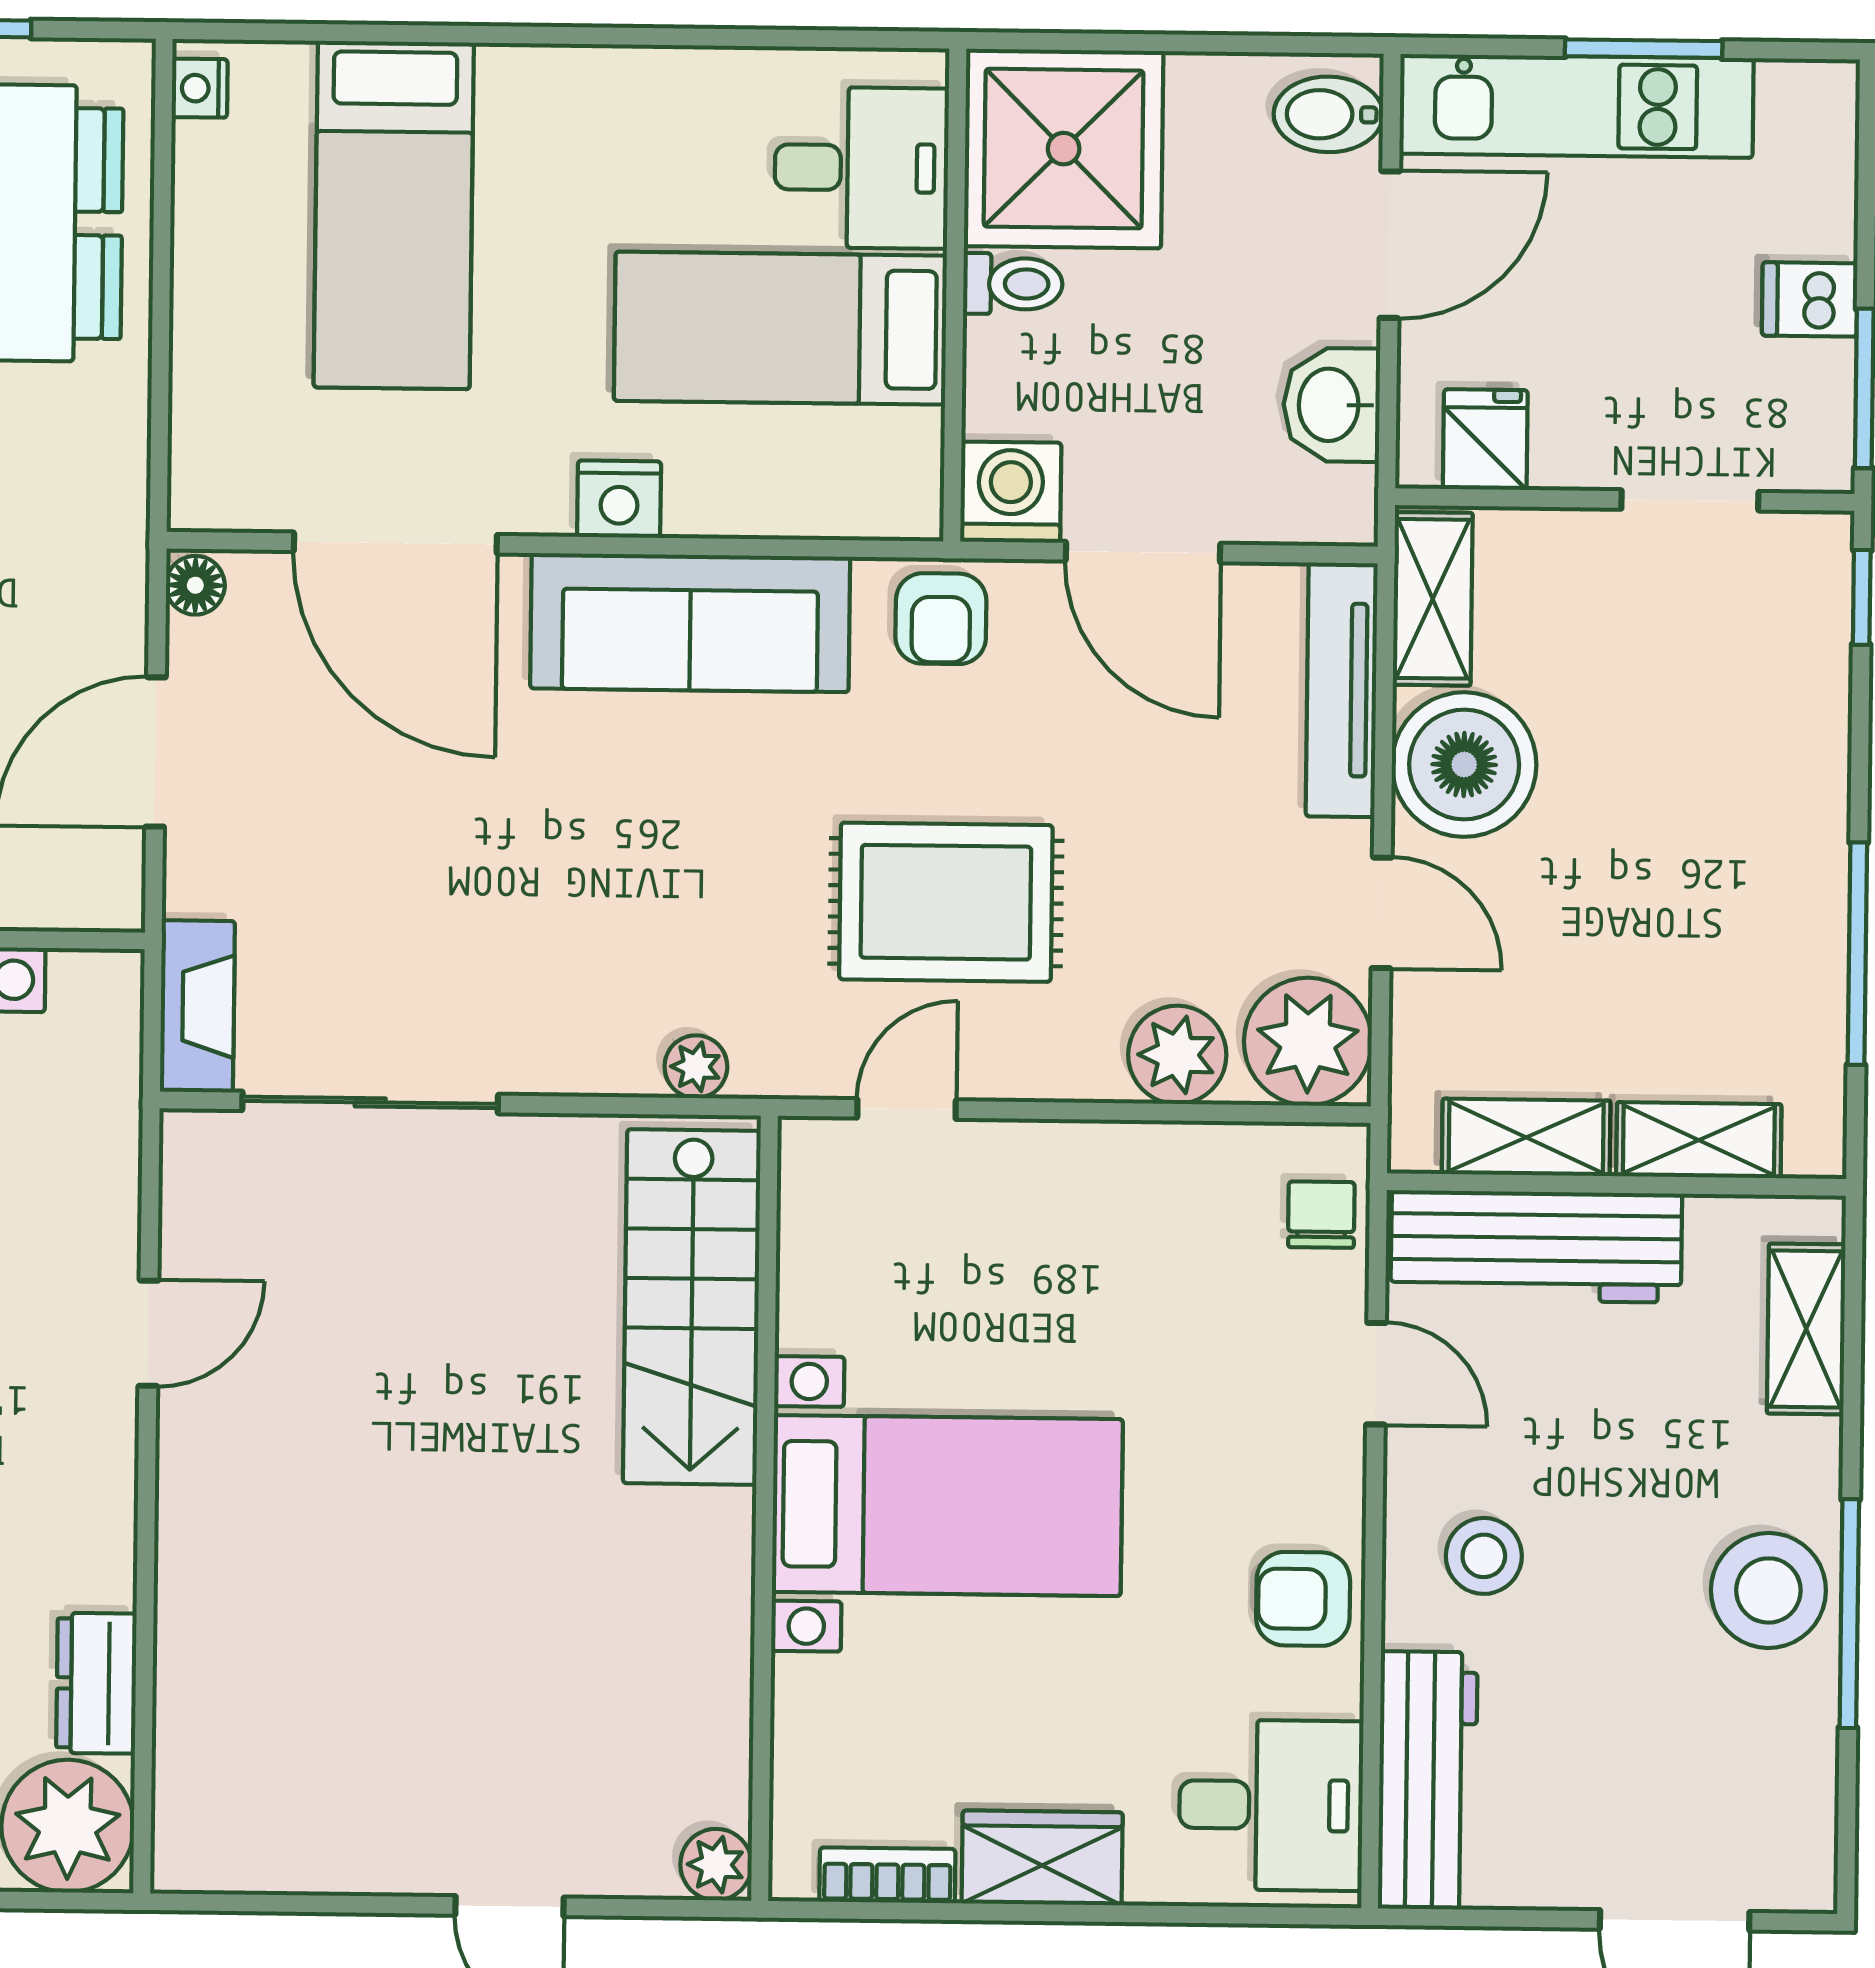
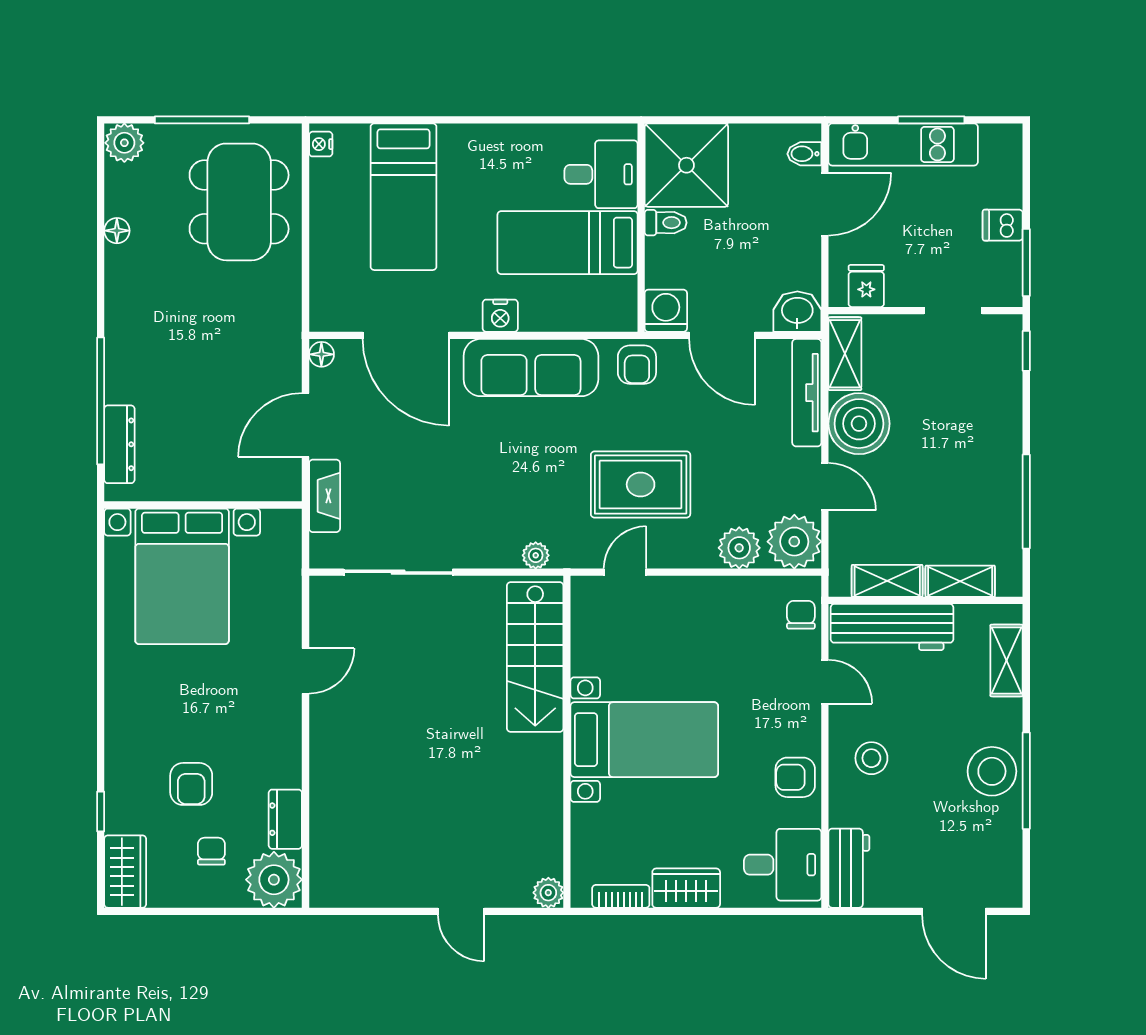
bidet: (1328, 114) -> (804, 154), width x0.72, depth x0.74
washbasin: (1331, 405) -> (797, 312), moved, turned 90
fireplace: (197, 1006) -> (325, 496), moved
workbench: (1428, 1780) -> (849, 868), width x0.73

